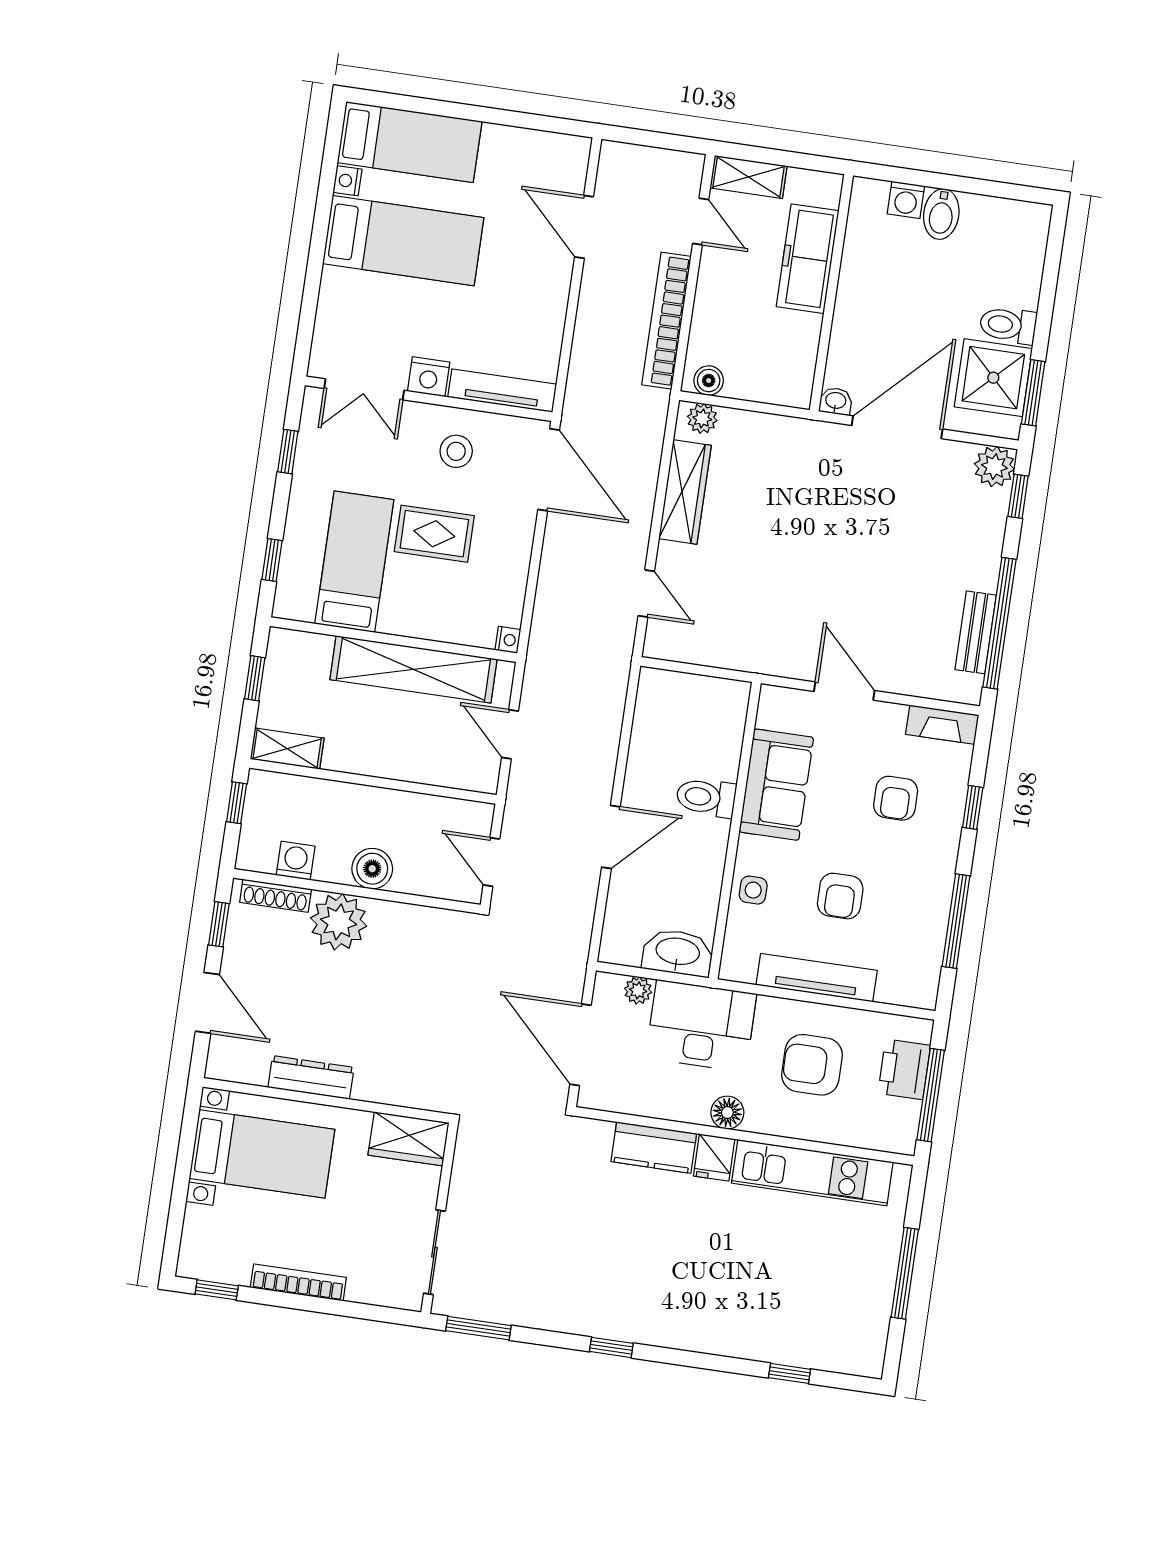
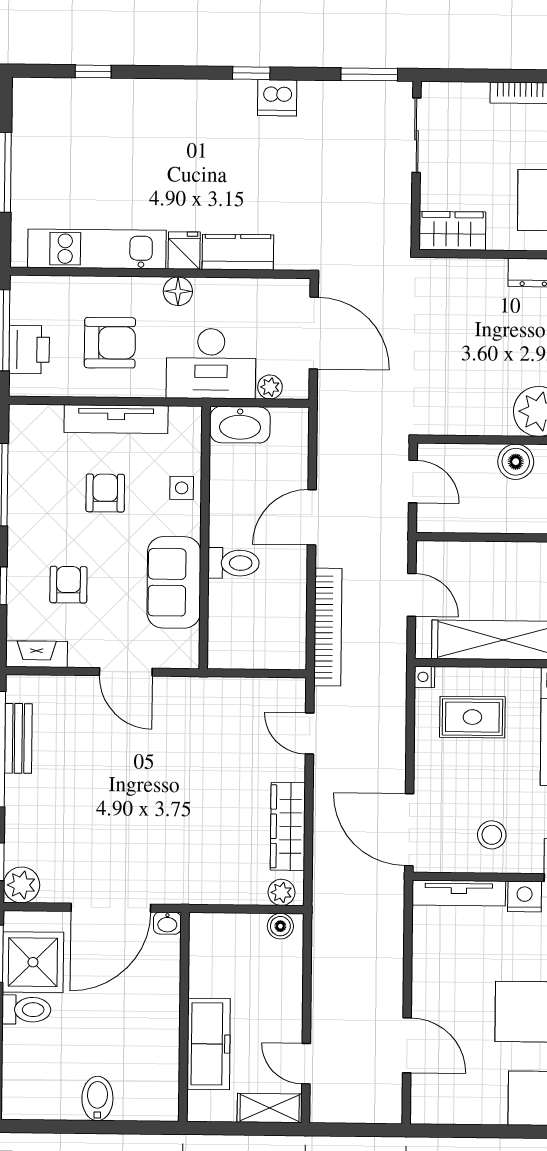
washing machine: (906, 200) -> (130, 1107), removed
bookcase: (666, 321) -> (328, 627), moved
rug: (434, 534) -> (472, 717), moved
dishwasher: (586, 1316) -> (277, 98), added

